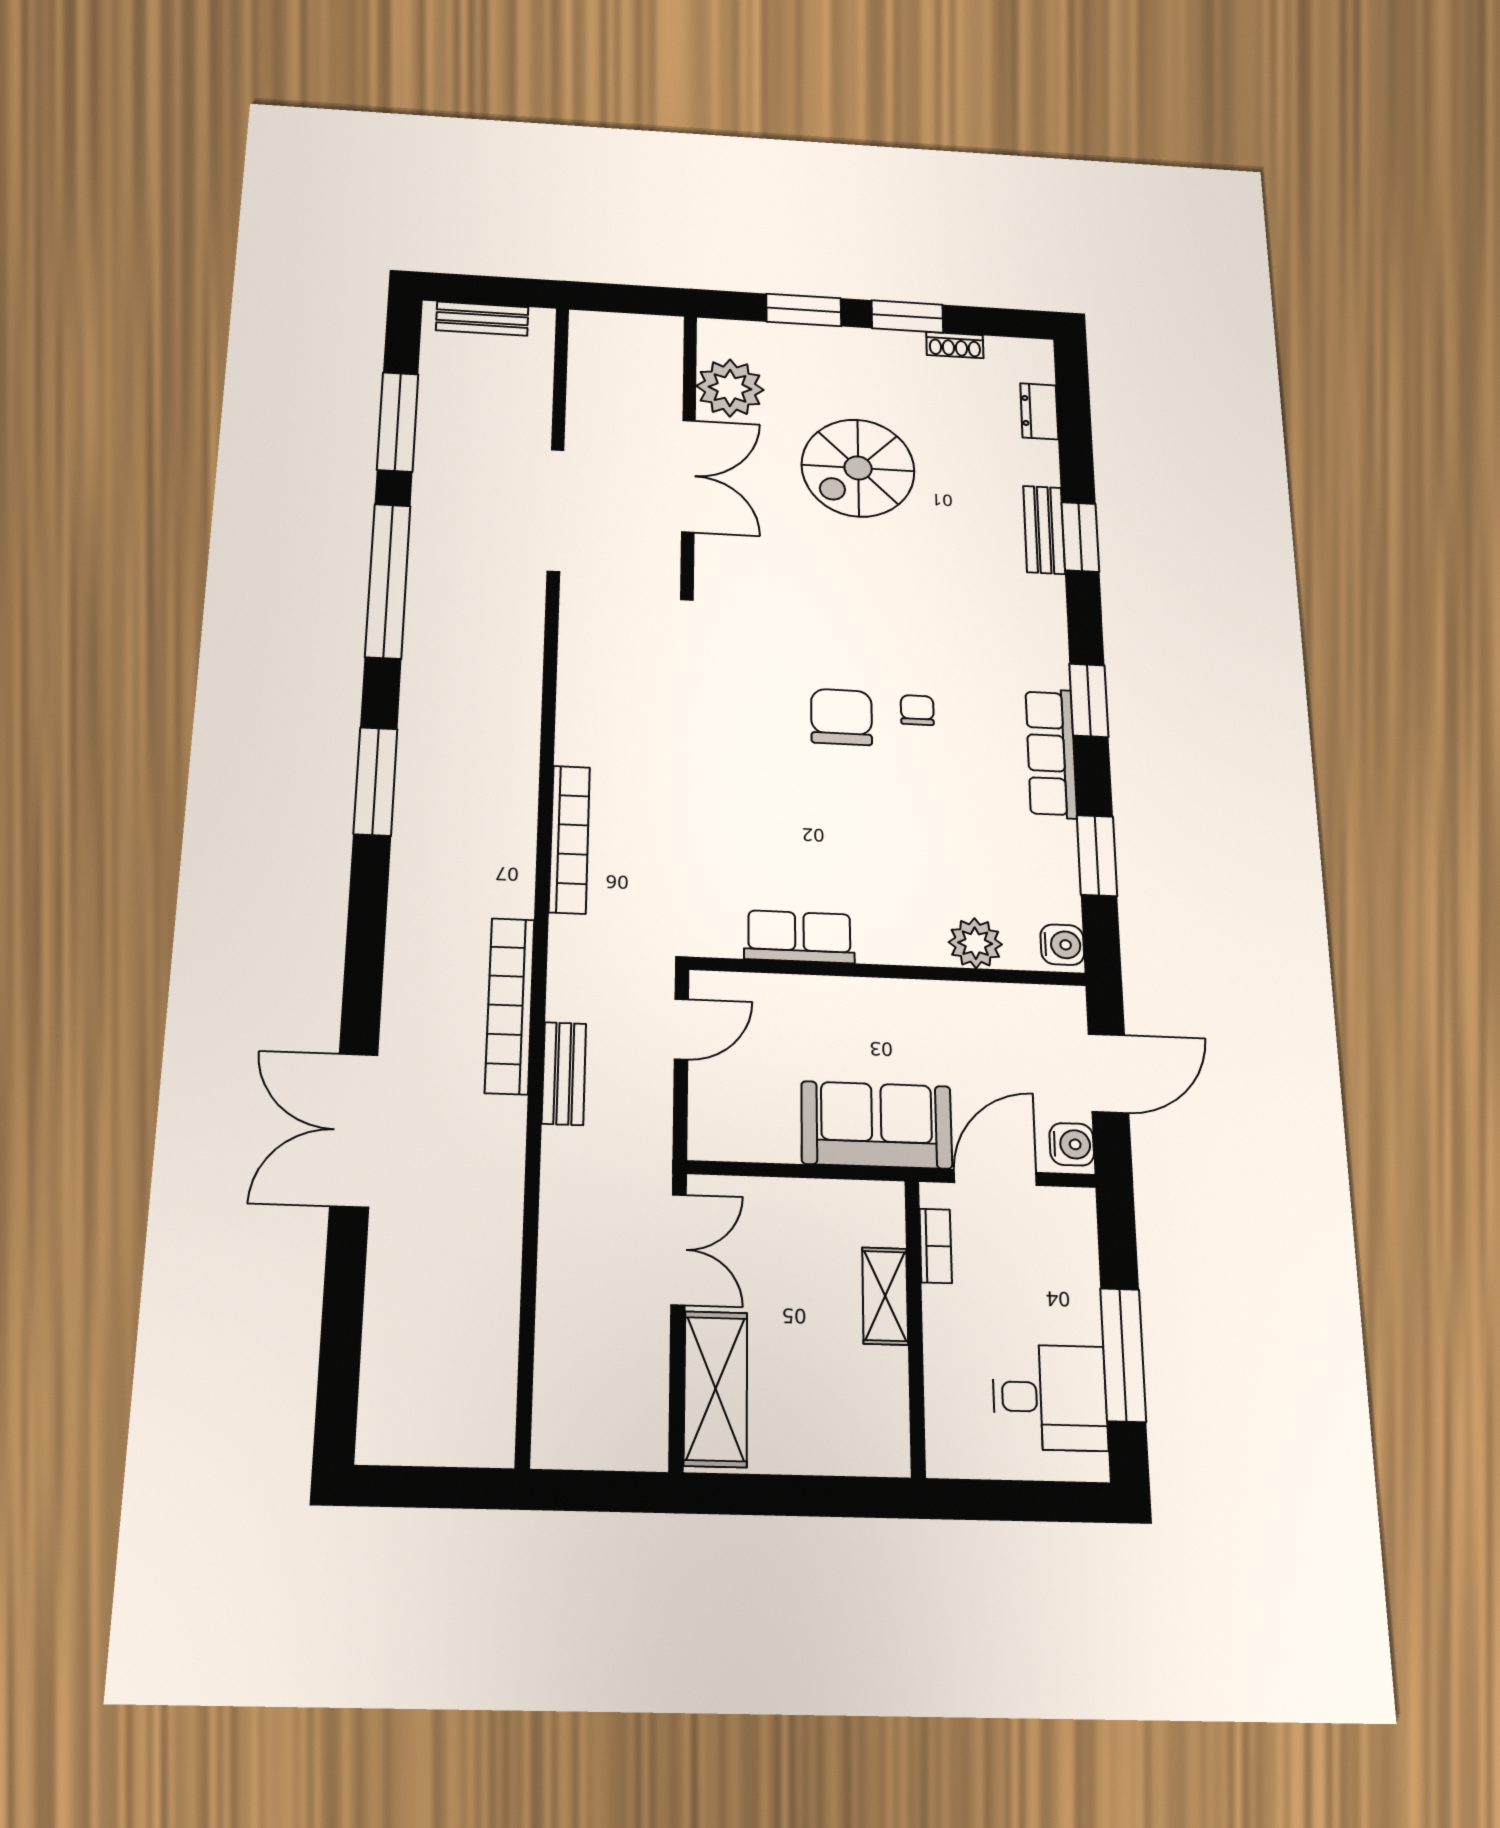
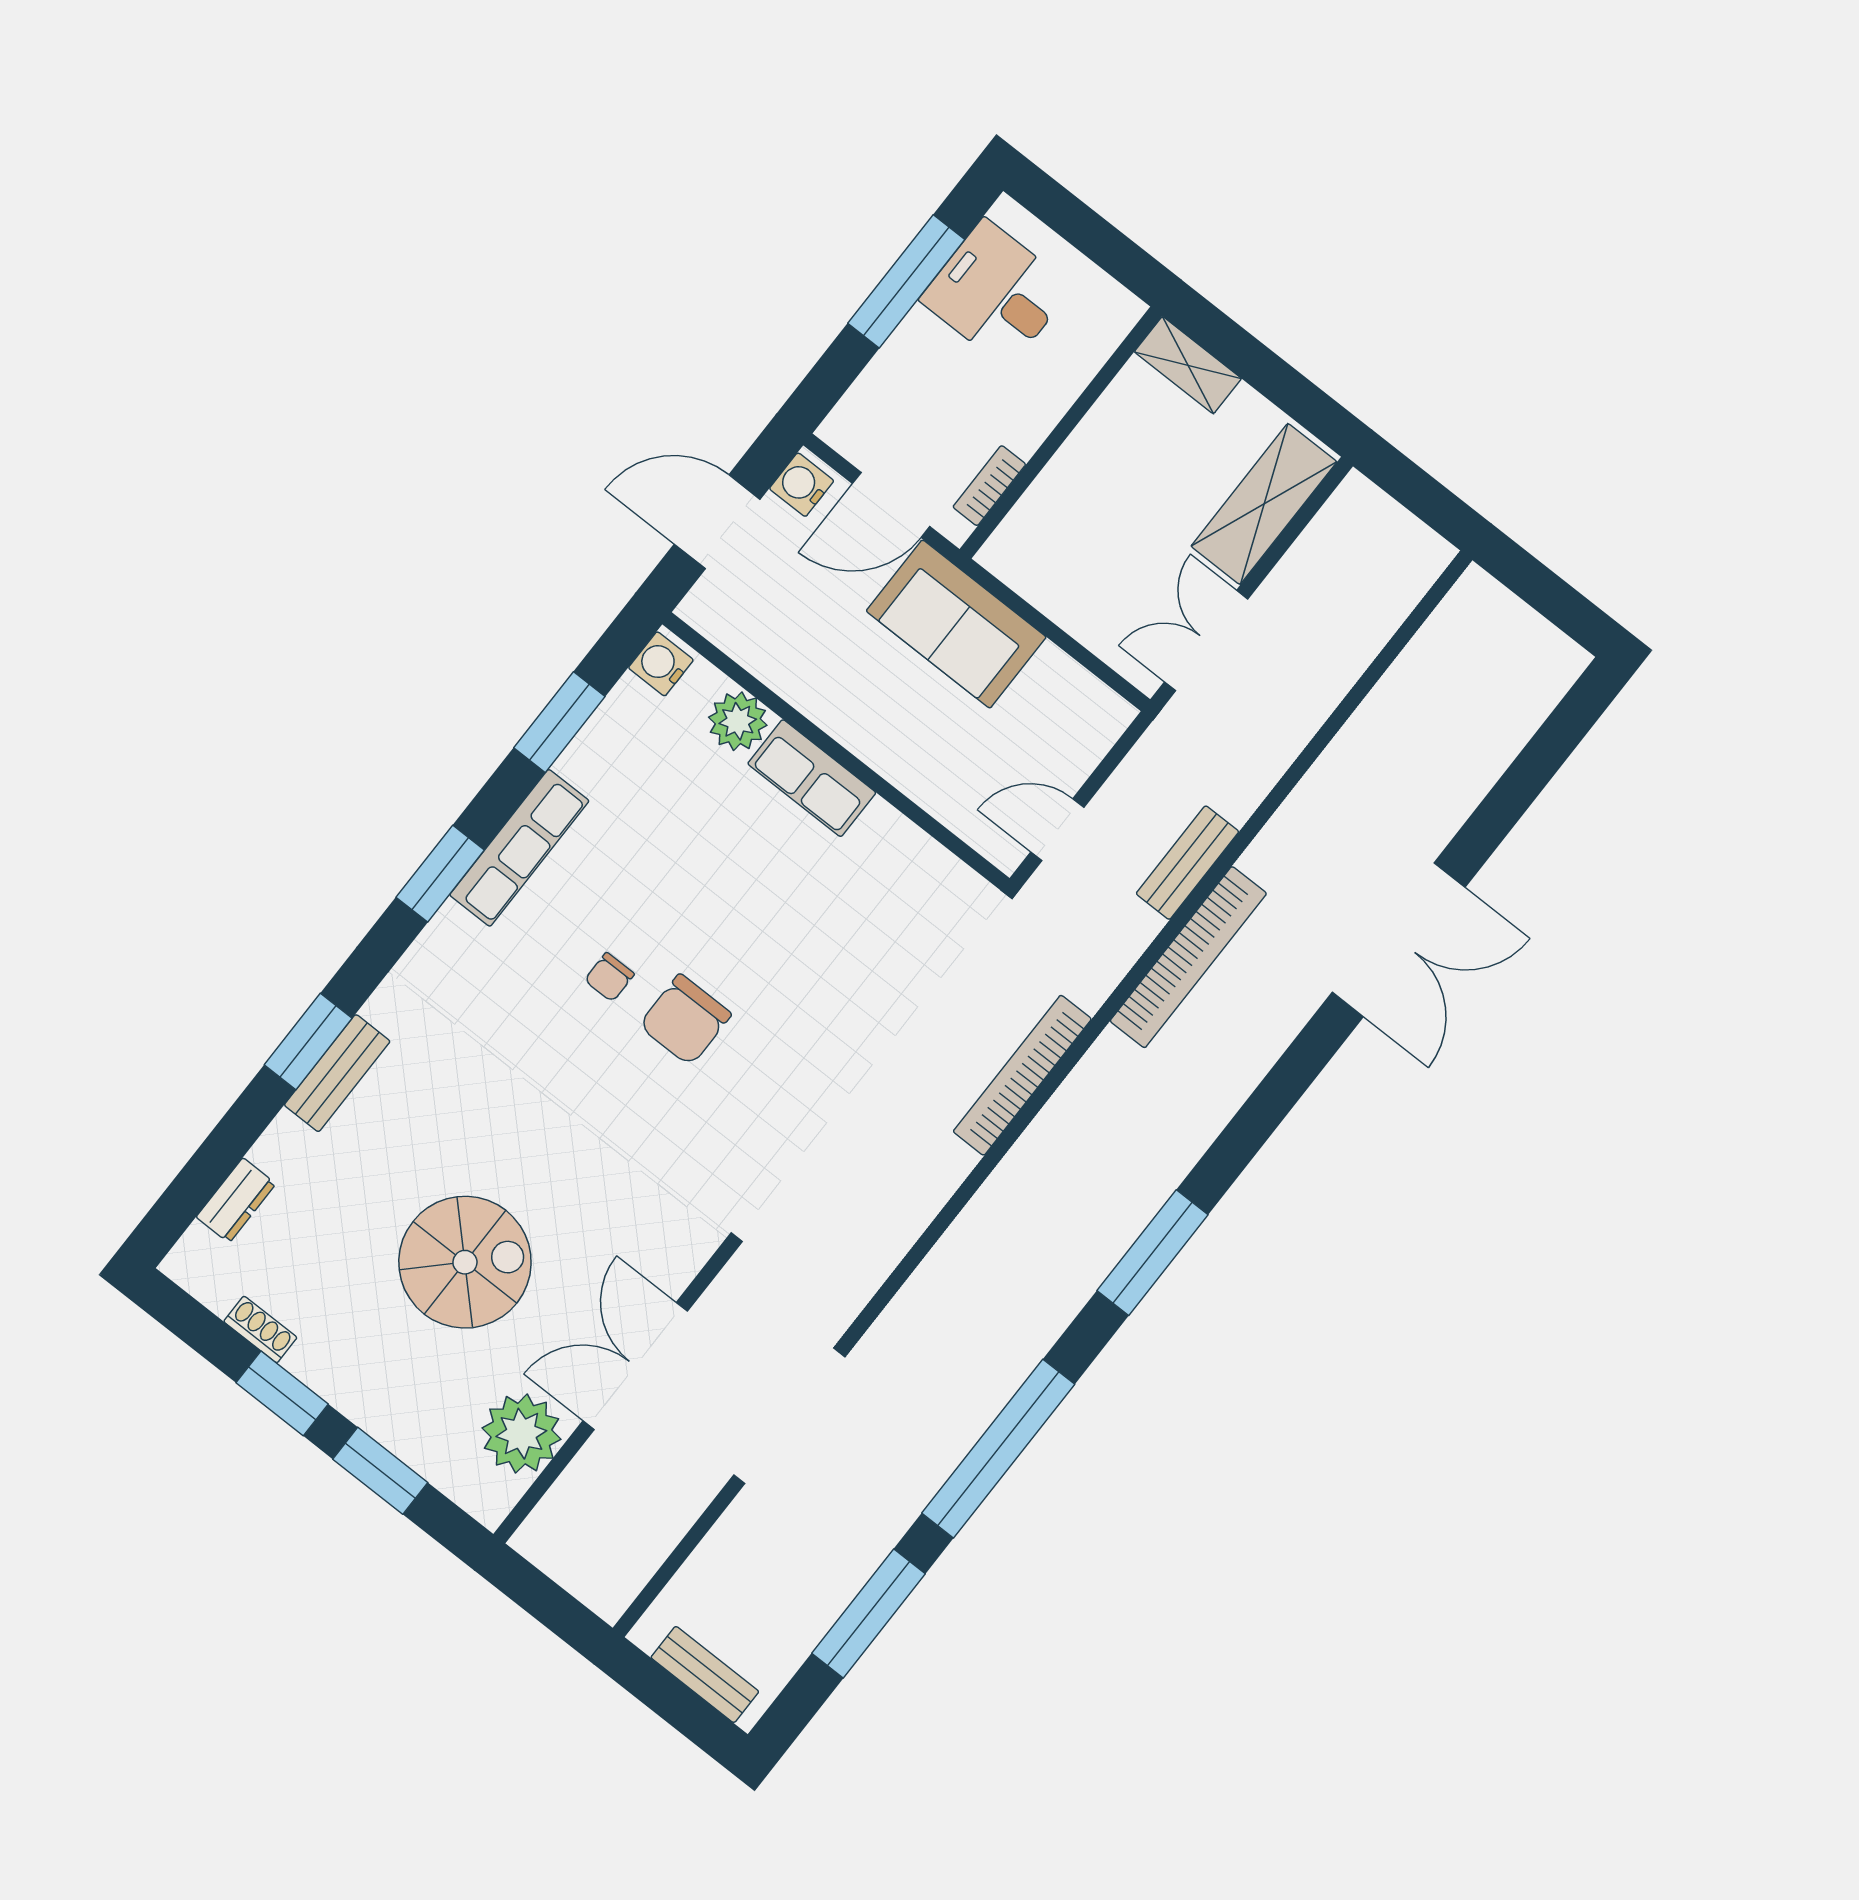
row of seats: (799, 937) -> (812, 778), moved
shelving: (885, 1296) -> (1188, 365), moved, turned 90

